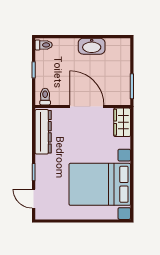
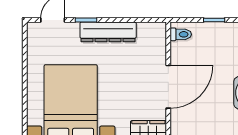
dresser: (43, 132) -> (108, 32), moved

